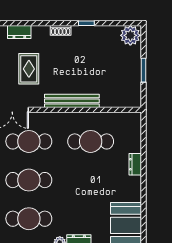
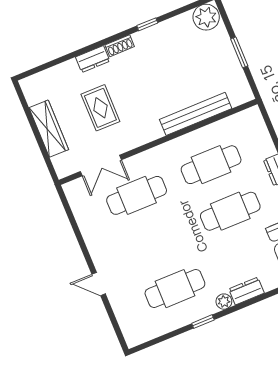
dresser: (19, 32) -> (93, 59), moved
bench: (72, 101) -> (196, 114), moved
cafe table: (29, 180) -> (230, 211), moved

